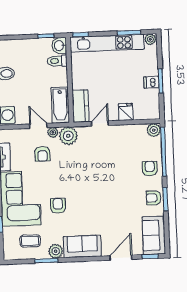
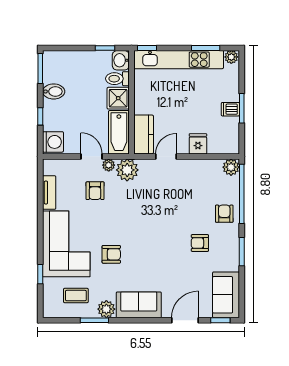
shower: (58, 77) -> (118, 98), added
armchair: (154, 198) -> (200, 243), moved
armchair: (58, 206) -> (111, 254), turned 90

